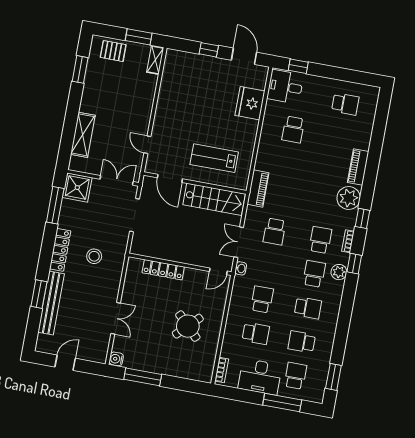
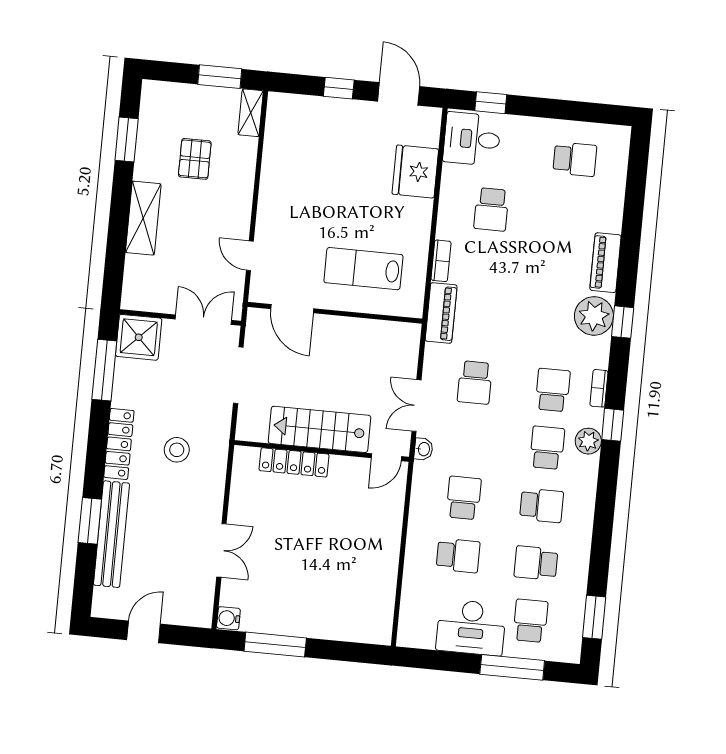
pallet: (113, 51) -> (195, 159), moved, turned 90
shelving: (83, 135) -> (143, 218), moved
stairs: (214, 199) -> (320, 429), moved, turned 180
window: (363, 218) -> (623, 322), moved
round table: (188, 326) -> (343, 553), removed
bookcase: (222, 370) -> (441, 261), moved

